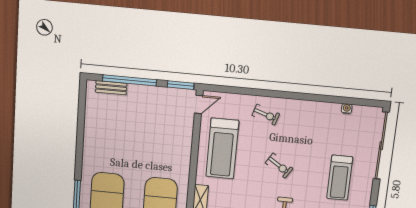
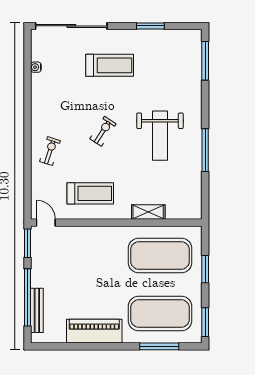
bench: (111, 88) -> (37, 310), width x1.36
piano: (94, 140) -> (94, 331), added
treadmill: (222, 149) -> (90, 193), width x0.73, depth x0.73

